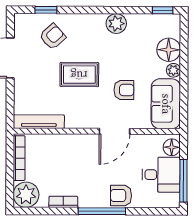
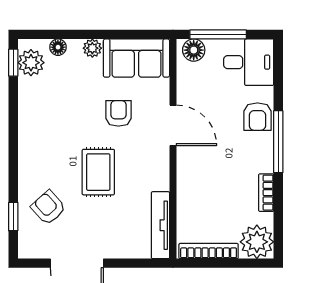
plant: (116, 24) -> (31, 63), moved
floor lamp: (169, 50) -> (58, 47), width x0.53, depth x0.53
desk: (161, 175) -> (249, 62), moved, turned 90
window: (183, 181) -> (218, 34), moved

